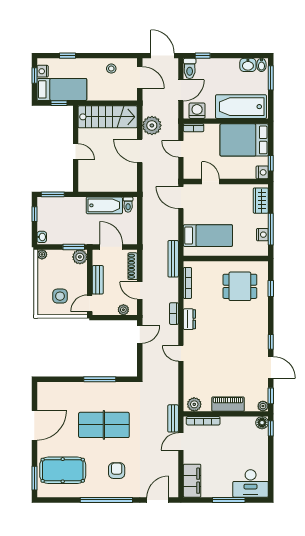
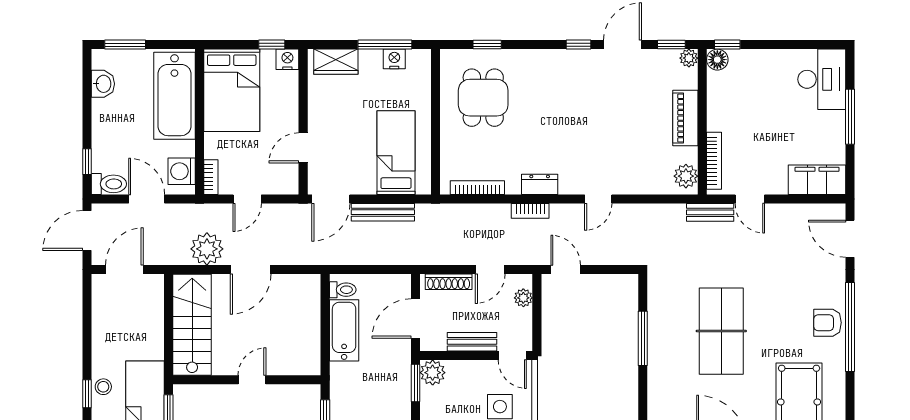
bidet: (261, 65) -> (103, 61), removed
stool: (111, 69) -> (103, 387), moved
bench: (173, 259) -> (383, 212), moved
armchair: (117, 471) -> (827, 323), moved

